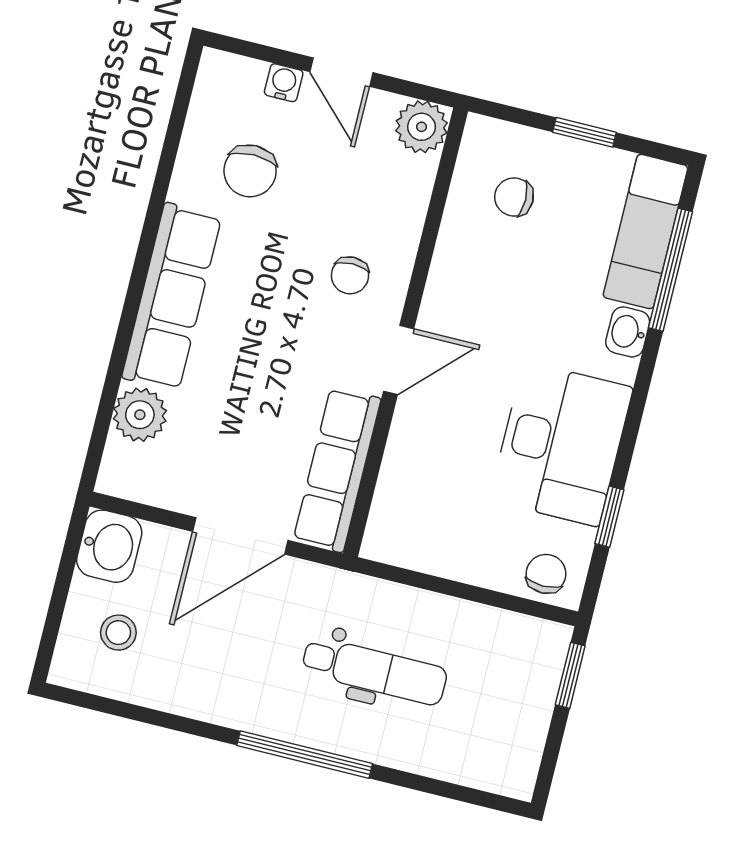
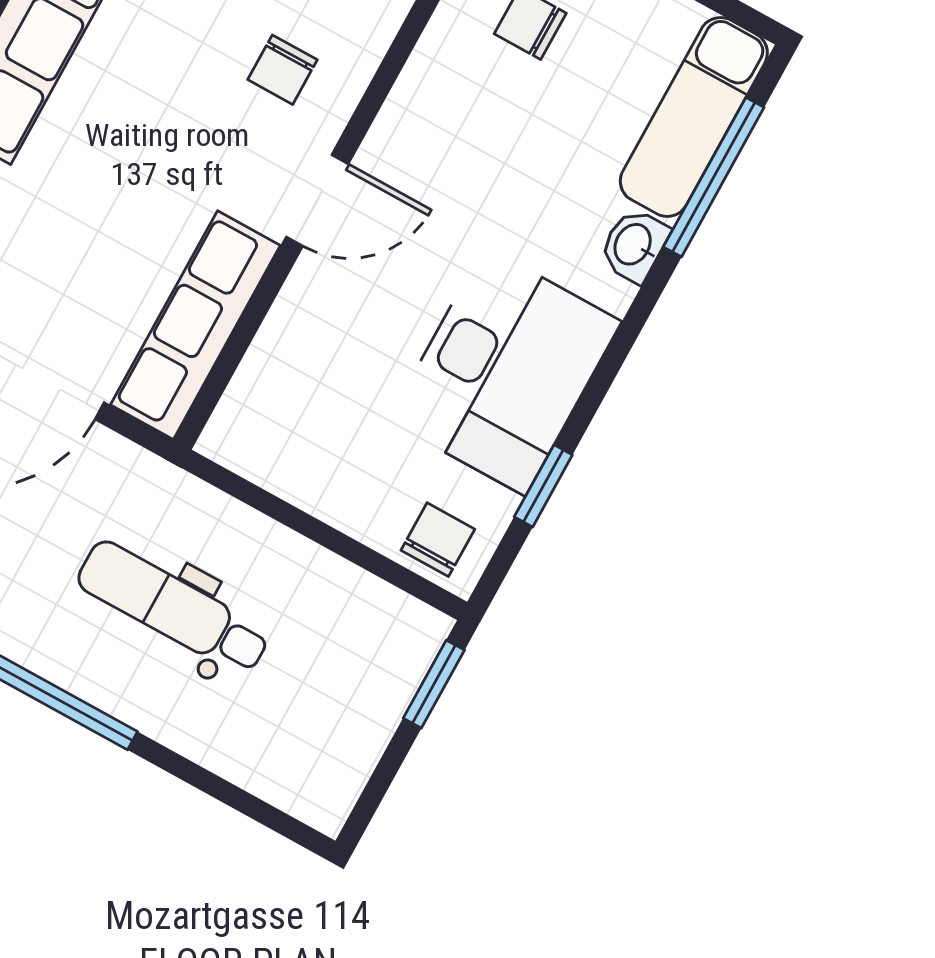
dental chair: (374, 671) -> (173, 608), turned 180

